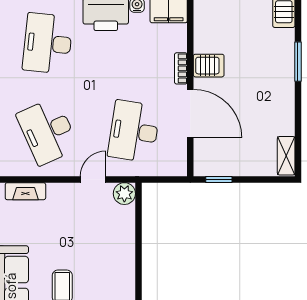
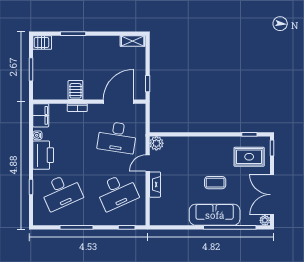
desk: (48, 43) -> (61, 192), turned -30
door: (190, 114) -> (119, 102), moved
door: (93, 179) -> (148, 163), hinge flipped
fireplace: (25, 191) -> (155, 185), moved

